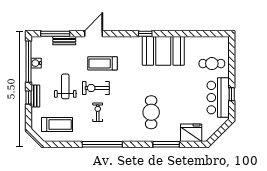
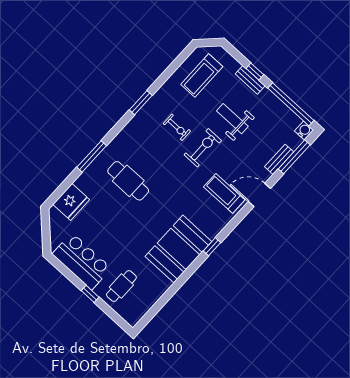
door: (94, 34) -> (259, 195), swing flipped
water cooler: (36, 63) -> (304, 131), moved
treadmill: (102, 63) -> (224, 193), moved, turned -90
weight bench: (65, 86) -> (232, 119), turned 180
window: (232, 94) -> (90, 294), moved
window: (102, 144) -> (141, 103), width x0.47
window: (166, 144) -> (92, 156), moved

